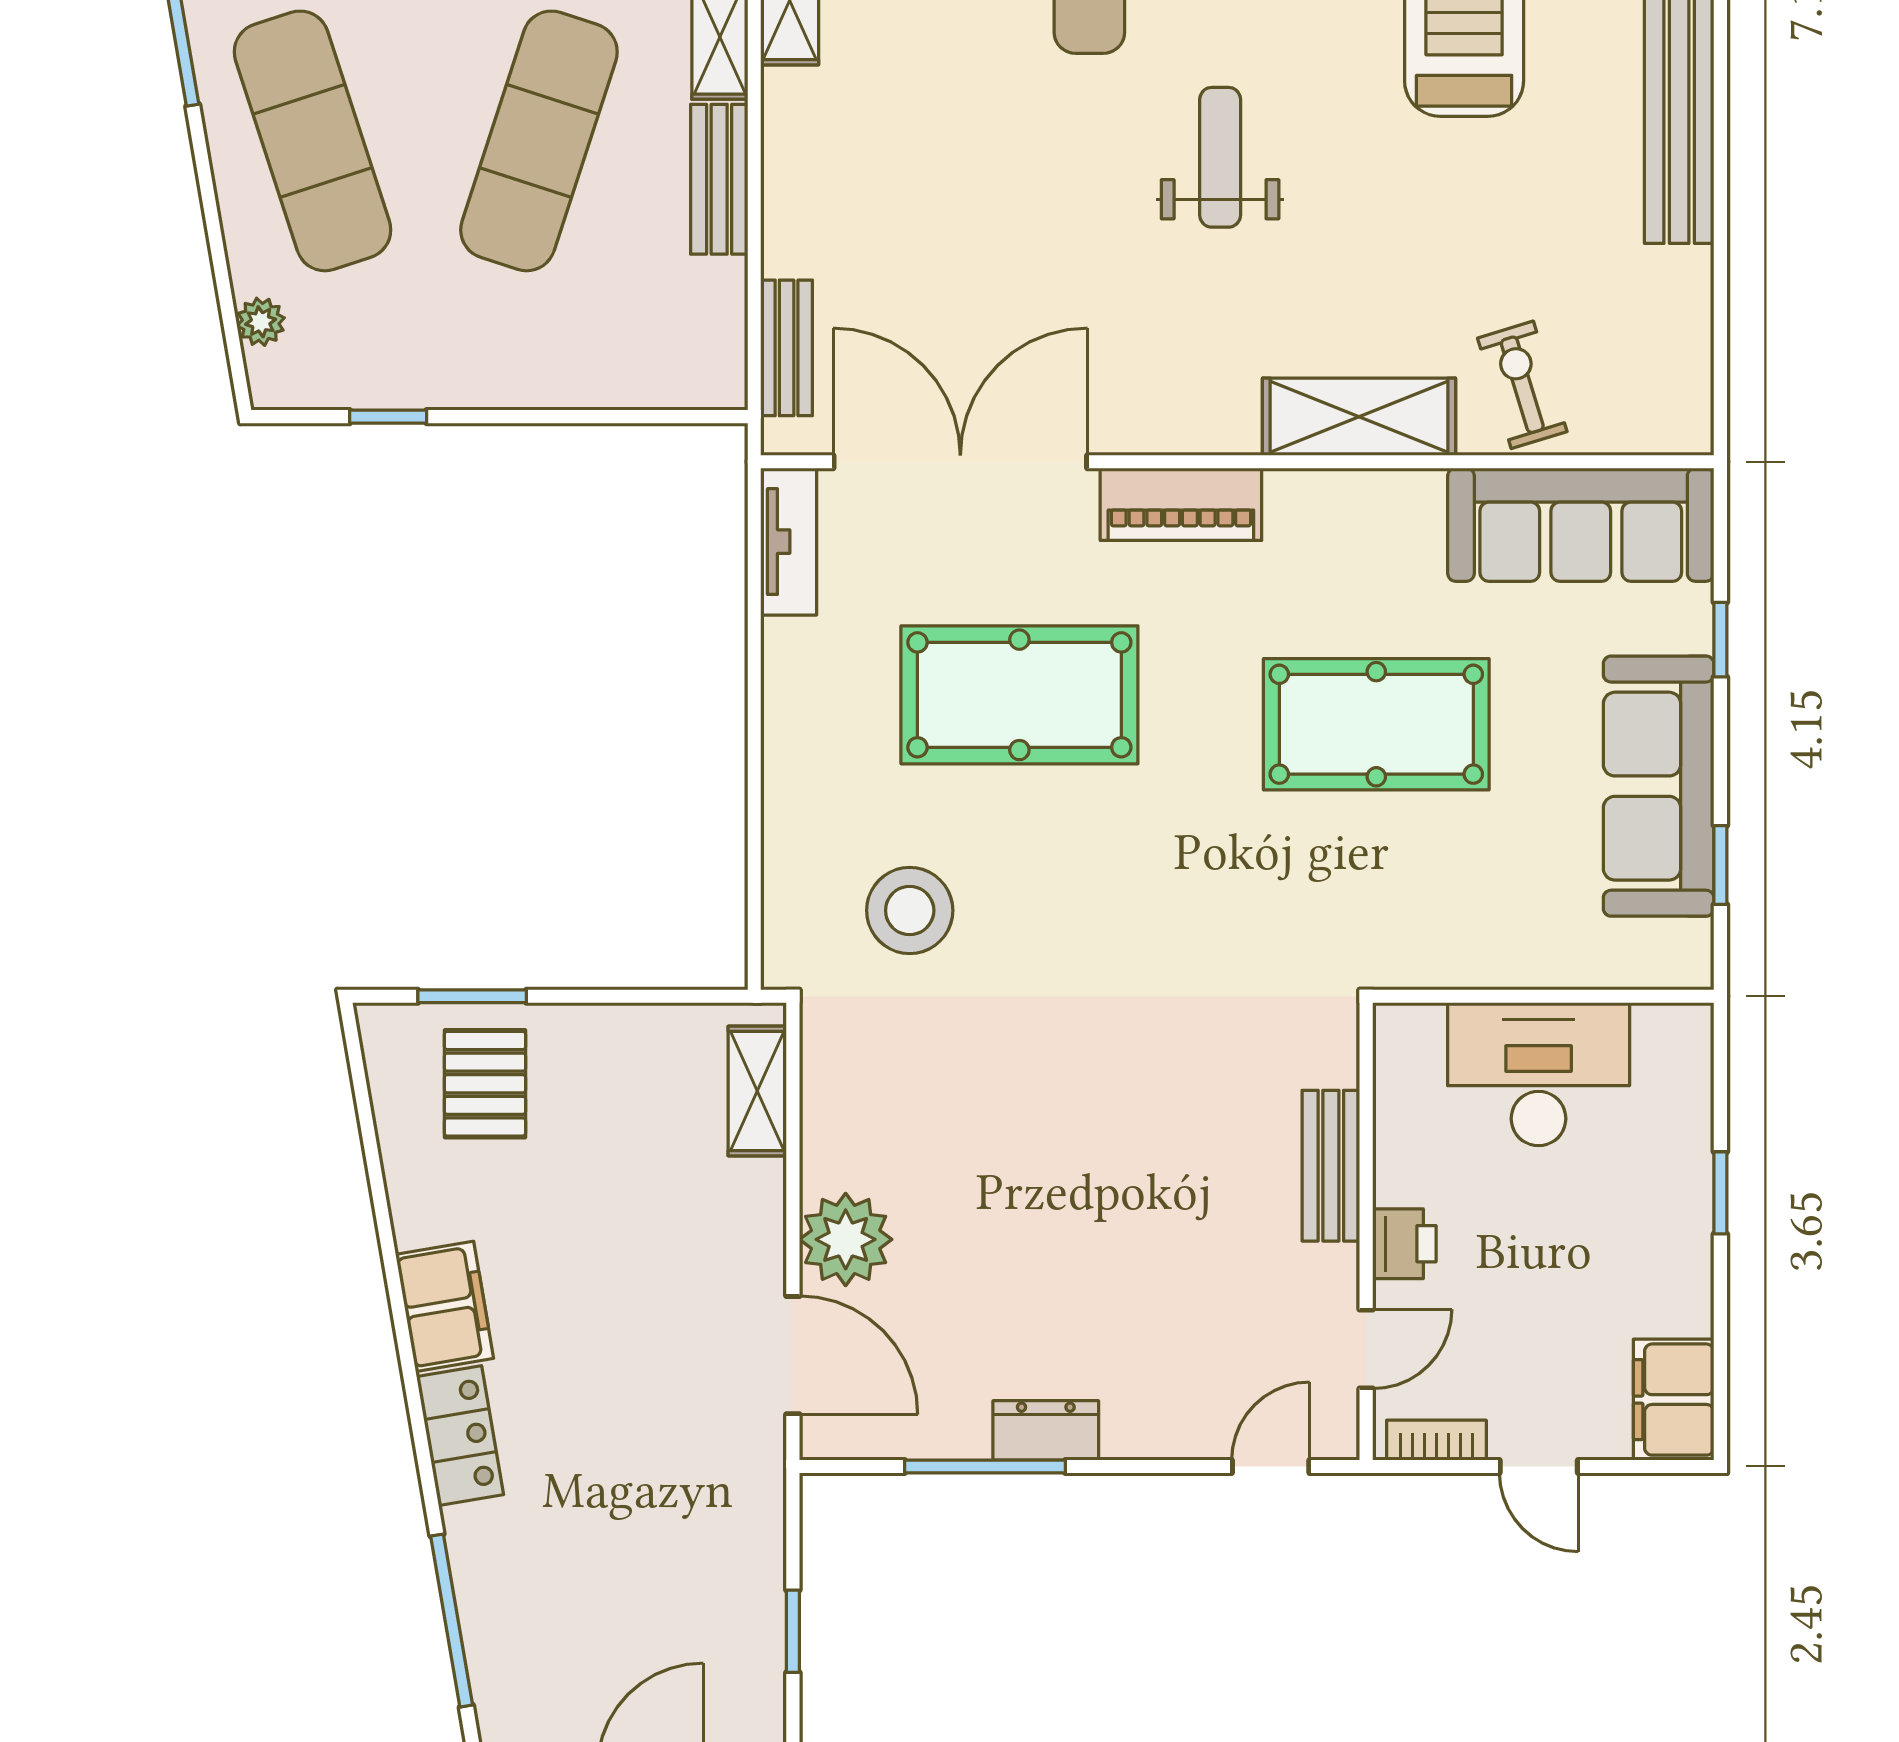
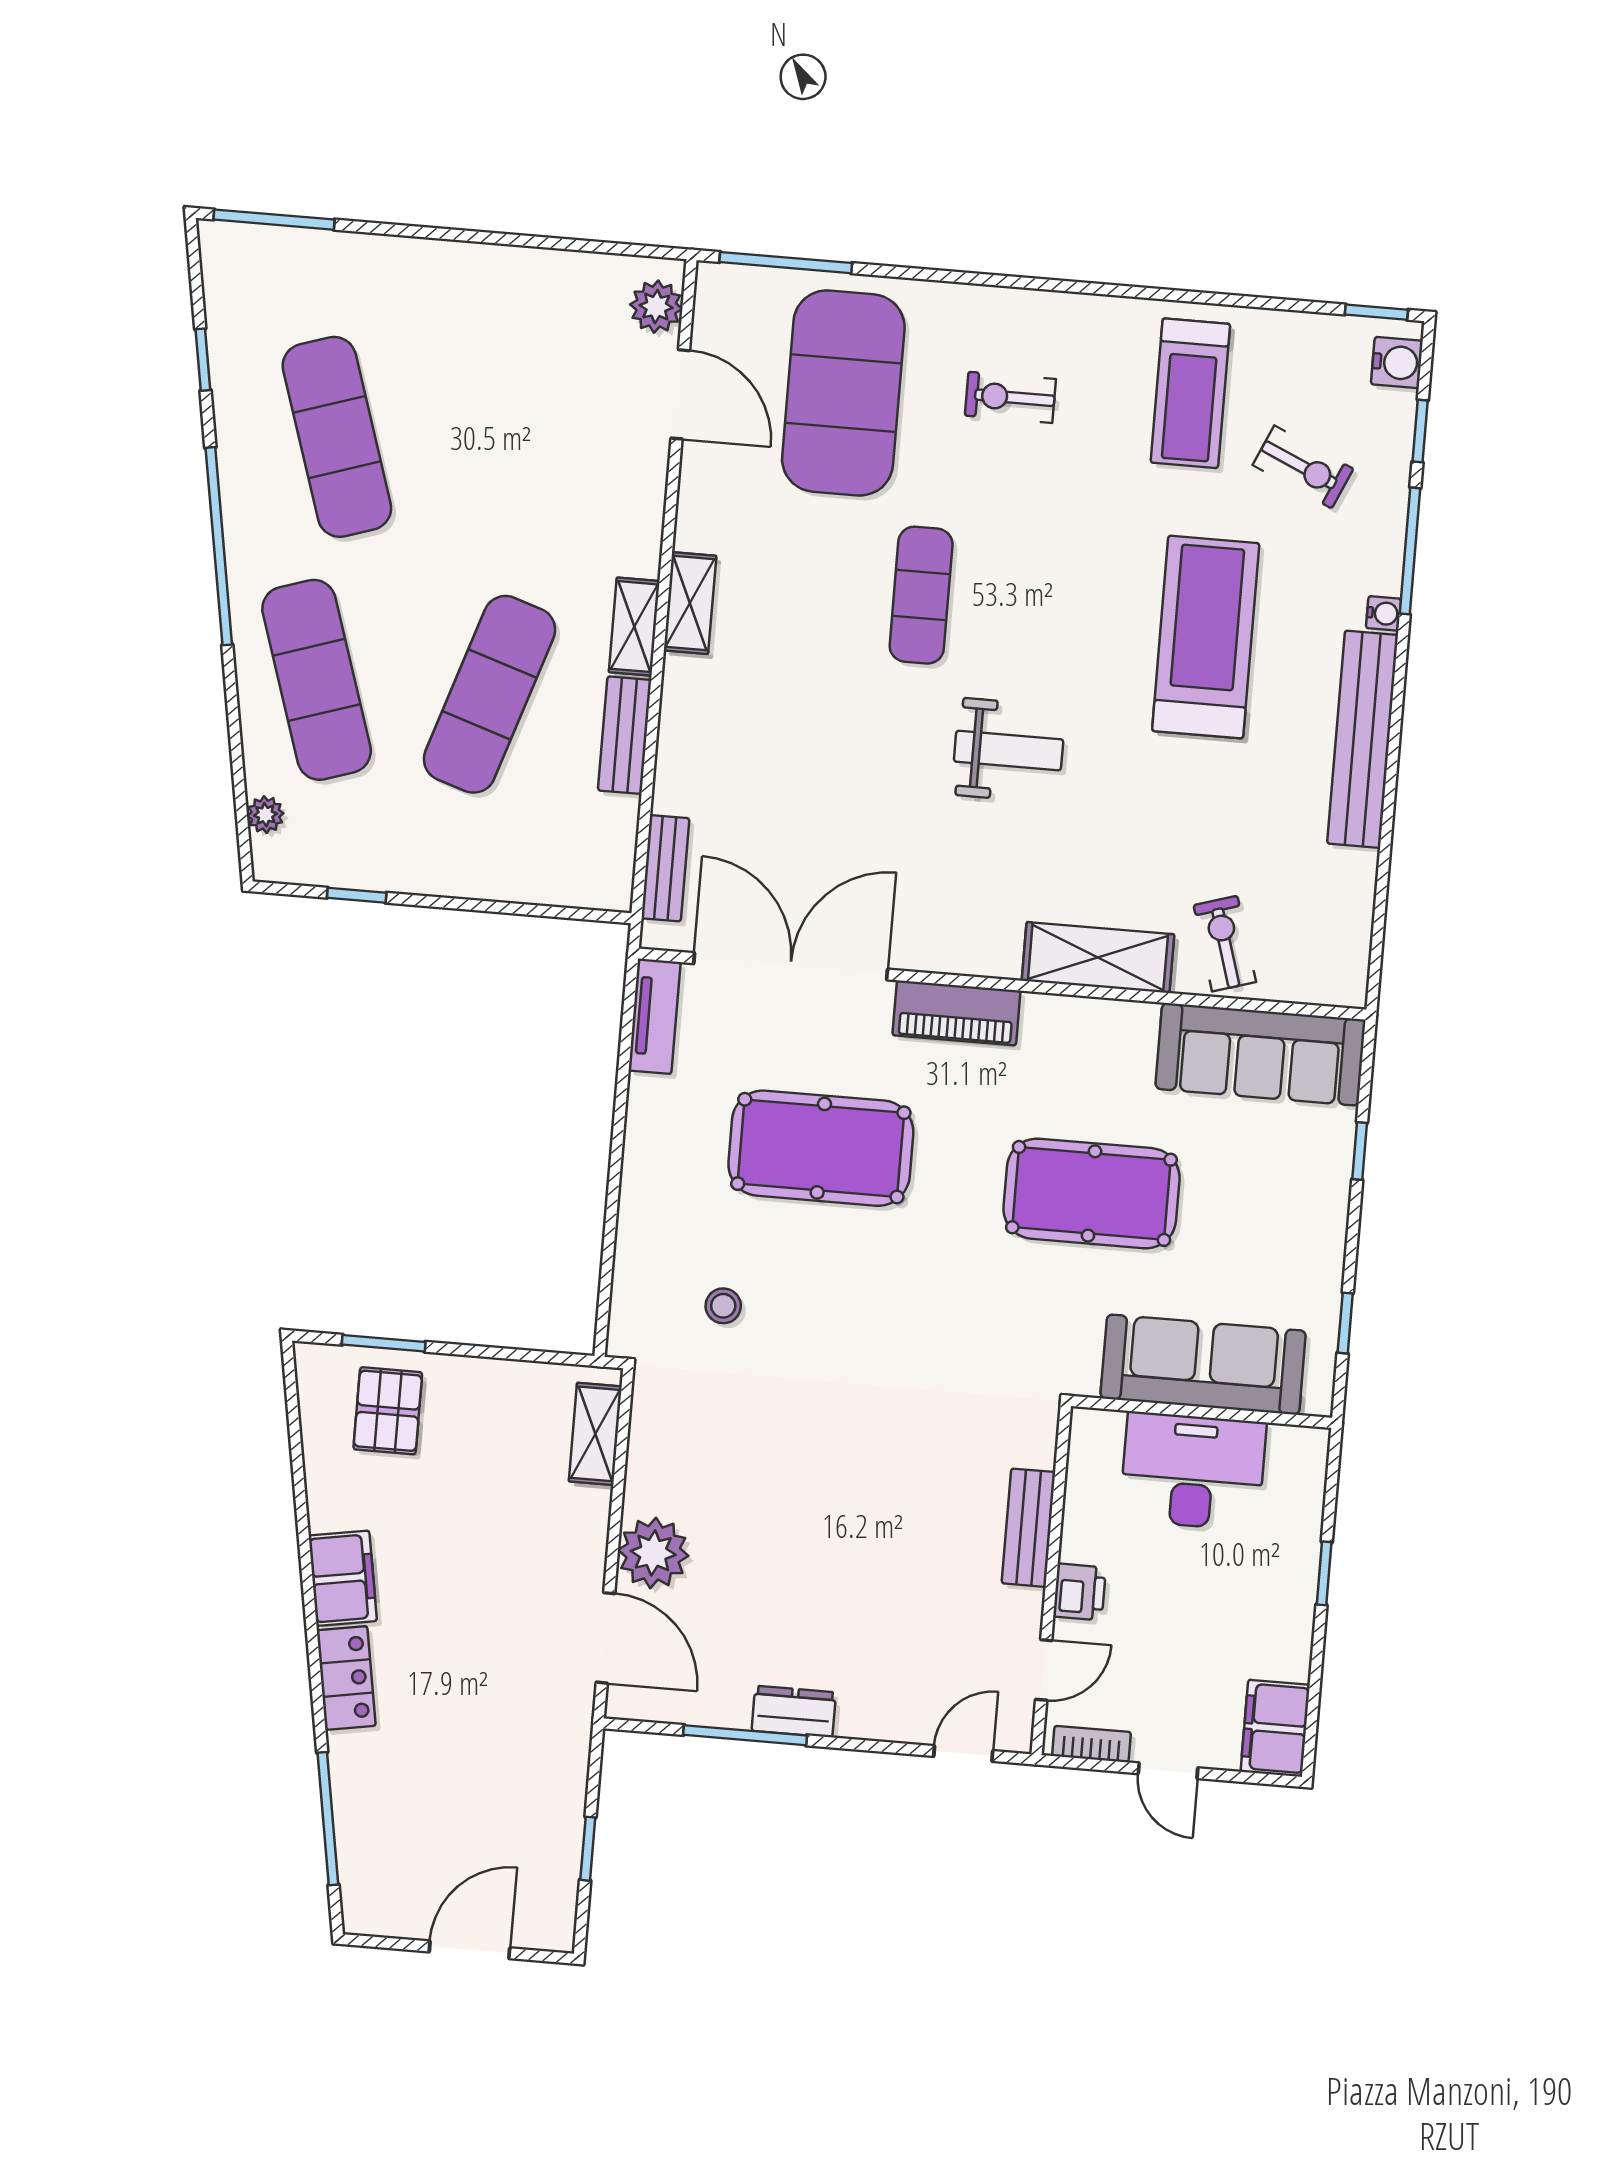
weight bench: (1220, 157) -> (1009, 751), turned 90
sofa: (1659, 786) -> (1203, 1365), moved, turned 90
stool: (910, 910) -> (723, 1306), width x0.53, depth x0.53

